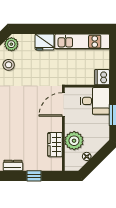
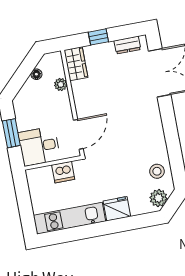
dishwasher: (102, 77) -> (63, 172), moved, turned 90
plant: (74, 141) -> (61, 84), width x0.53, depth x0.53
wardrobe: (55, 145) -> (76, 64), moved

